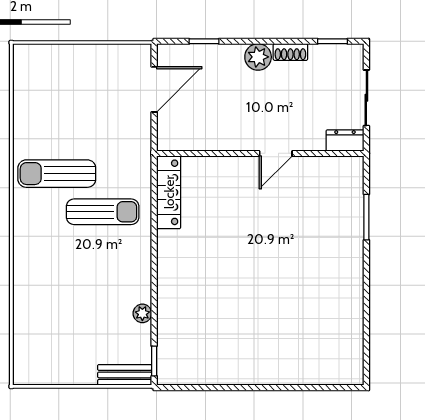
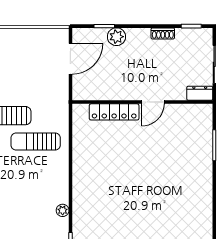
plant: (258, 57) -> (116, 37), moved
locker: (169, 192) -> (114, 112), moved, turned 90
sun lounger: (103, 212) -> (36, 142), turned 180

